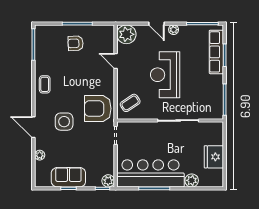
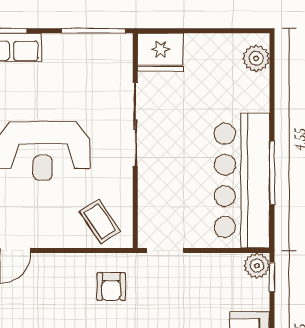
armchair: (98, 109) -> (111, 287), width x0.53, depth x0.53
fridge: (214, 157) -> (160, 52), moved
plant: (192, 180) -> (256, 58), moved

